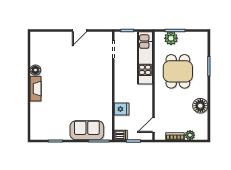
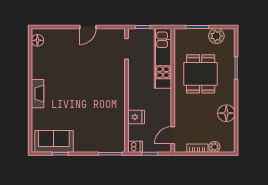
plant: (171, 38) -> (216, 36), moved
floor lamp: (35, 70) -> (37, 40), moved
sofa: (87, 130) -> (54, 141), moved

